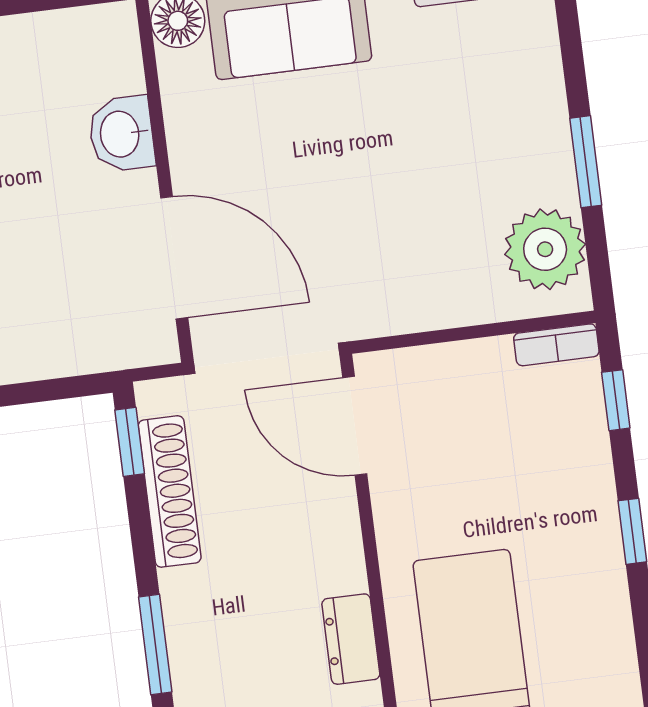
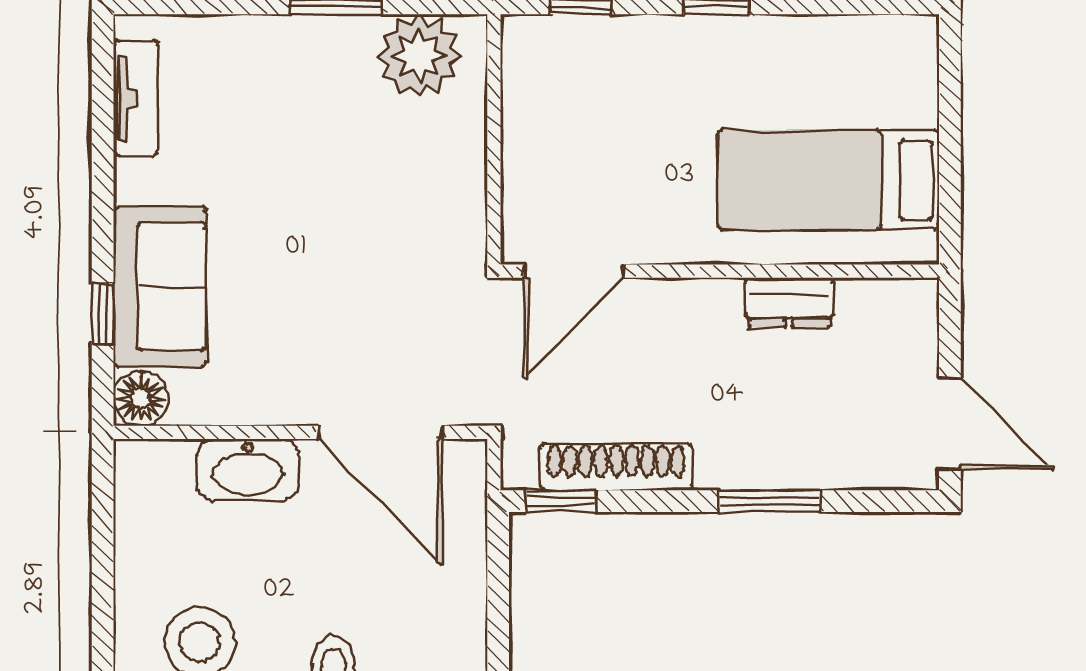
washbasin: (121, 134) -> (248, 470), width x1.38
door: (174, 258) -> (380, 432), swing flipped
bookcase: (556, 345) -> (517, 57), removed

